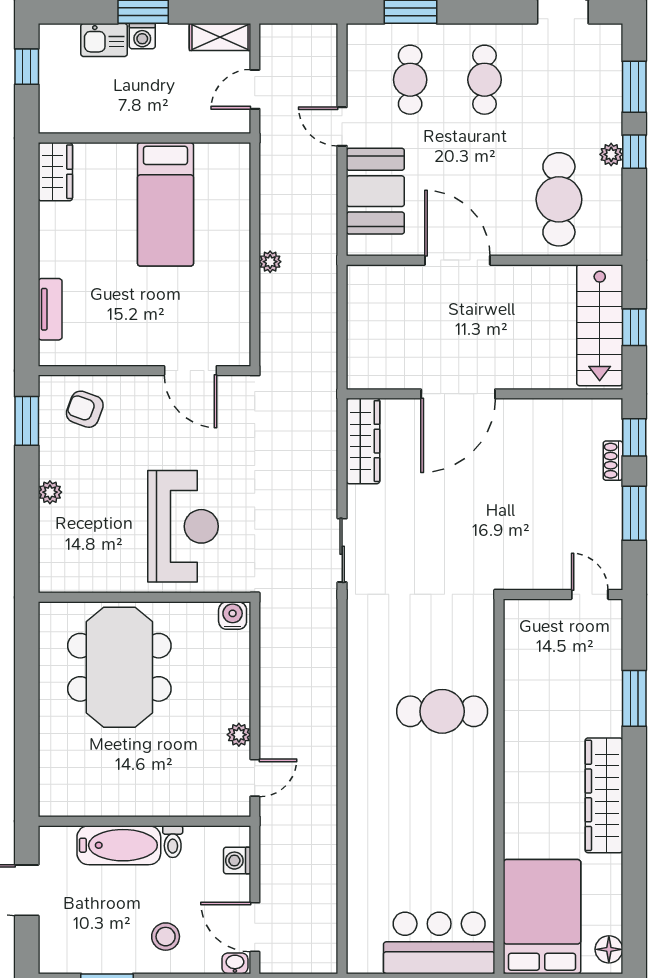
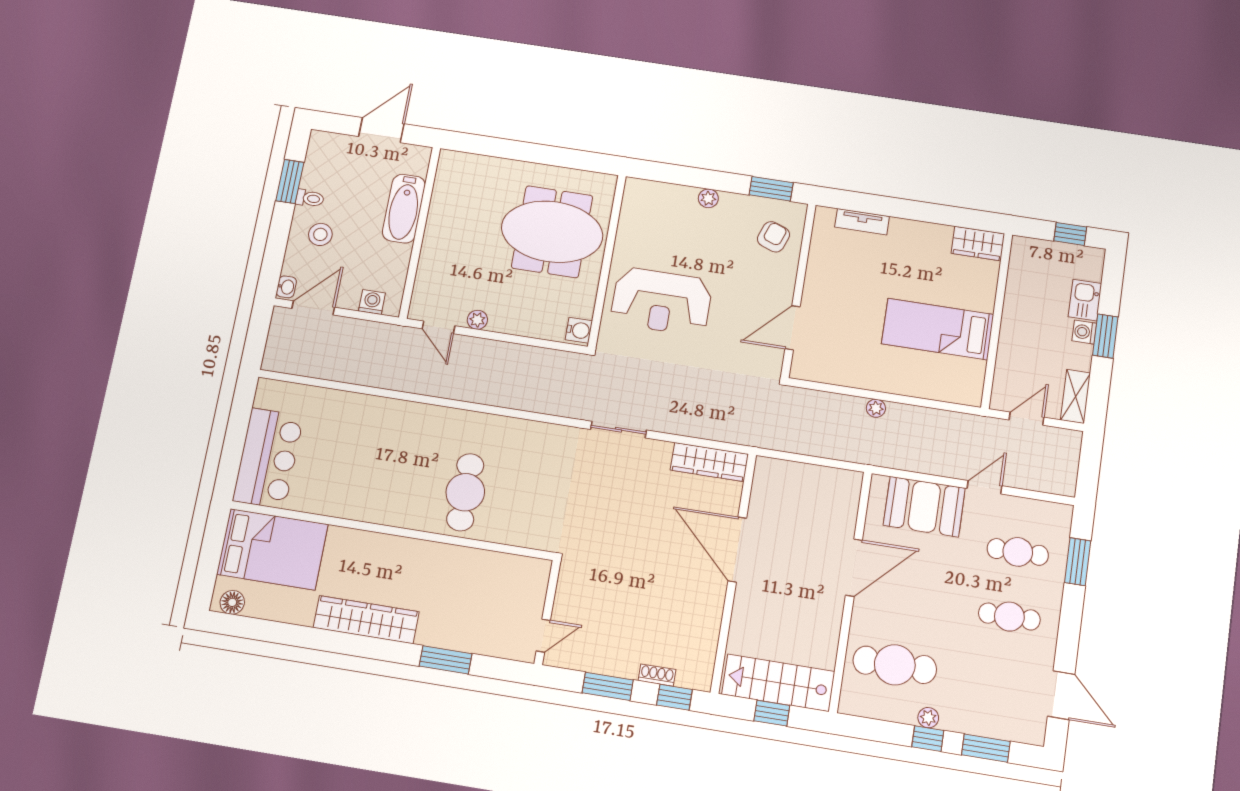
door: (255, 89) -> (1027, 419), hinge flipped
toilet: (173, 842) -> (310, 198), moved, turned 180

